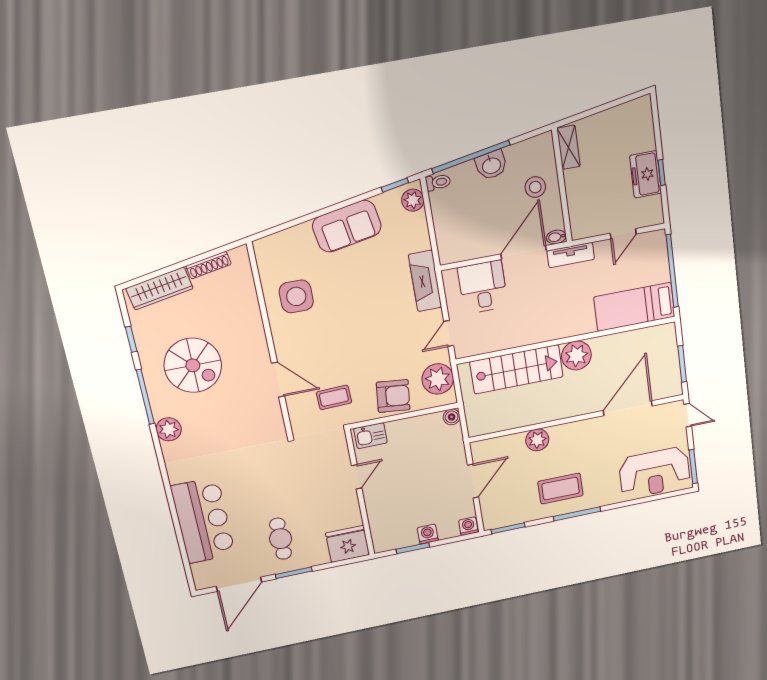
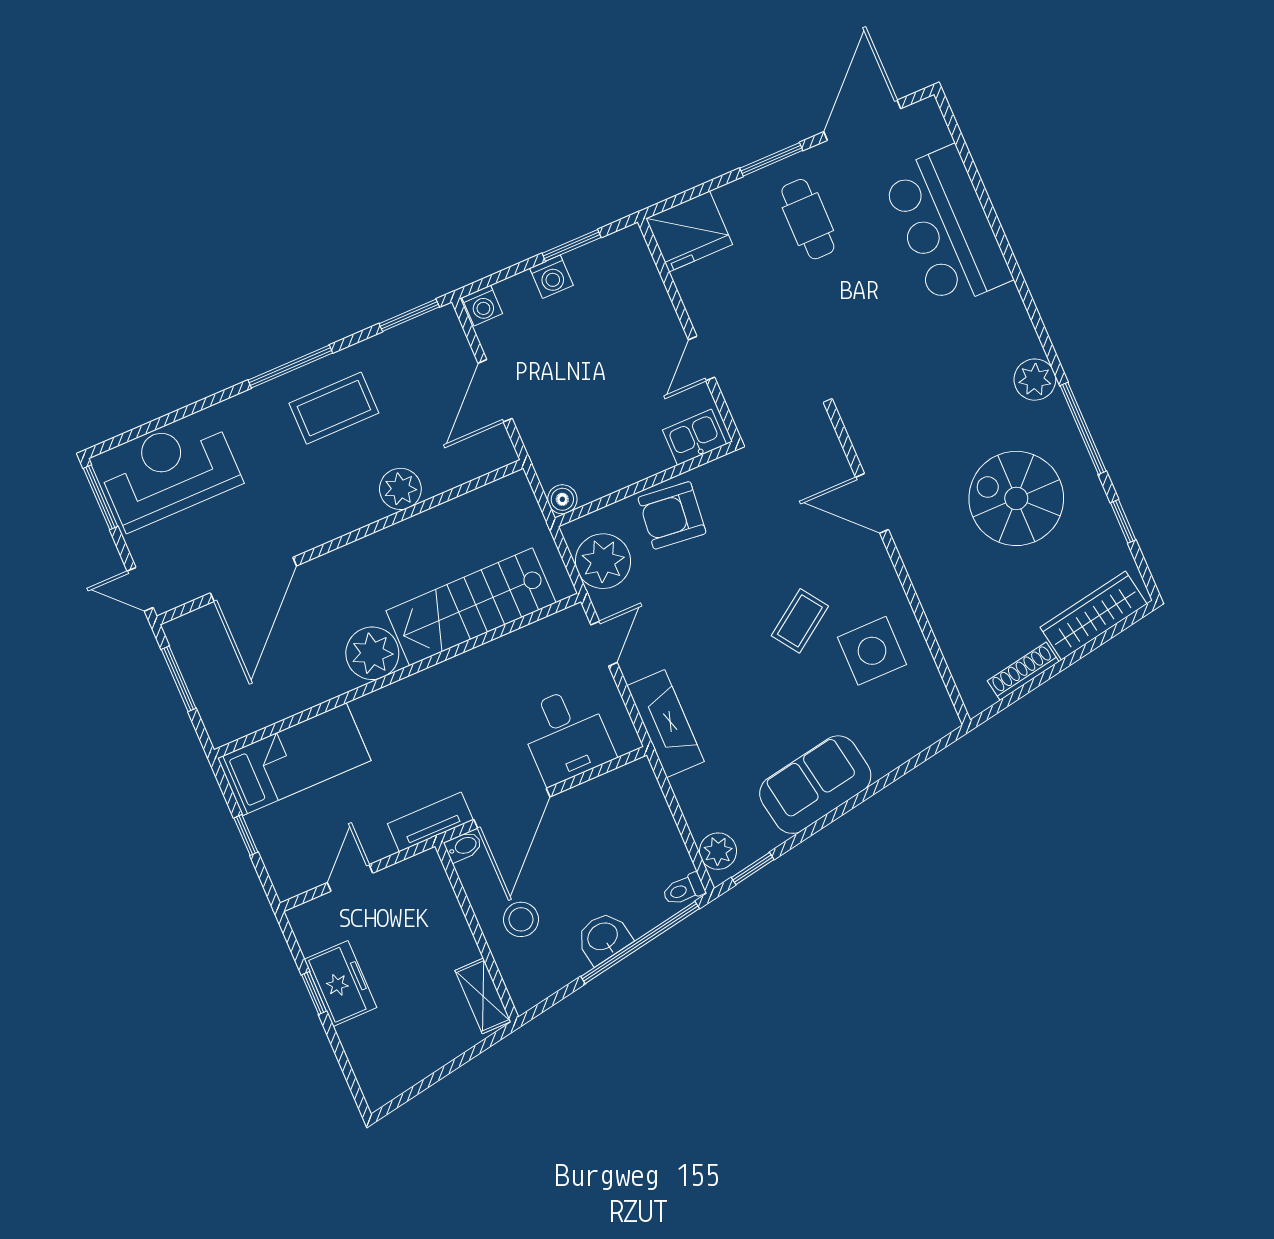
window: (672, 271) -> (246, 835), width x0.32
coffee table: (334, 397) -> (800, 621), moved, turned -33

